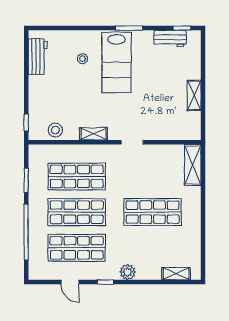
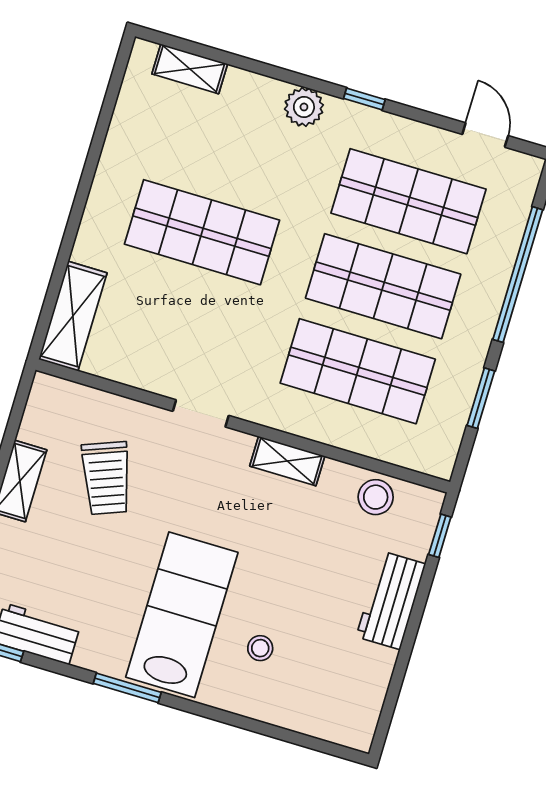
workbench: (38, 57) -> (391, 600), moved
trolley: (161, 106) -> (106, 478), added
door: (70, 282) -> (485, 135), moved

